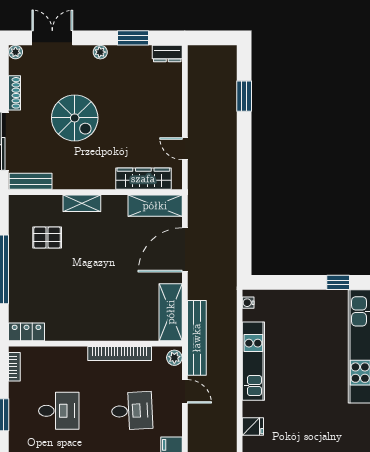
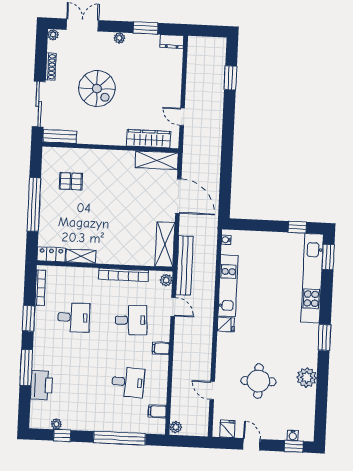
shelving: (82, 203) -> (81, 256), moved
door: (185, 250) -> (178, 196), swing flipped
bookcase: (14, 367) -> (40, 288), width x1.56
fridge: (253, 427) -> (226, 325), moved

